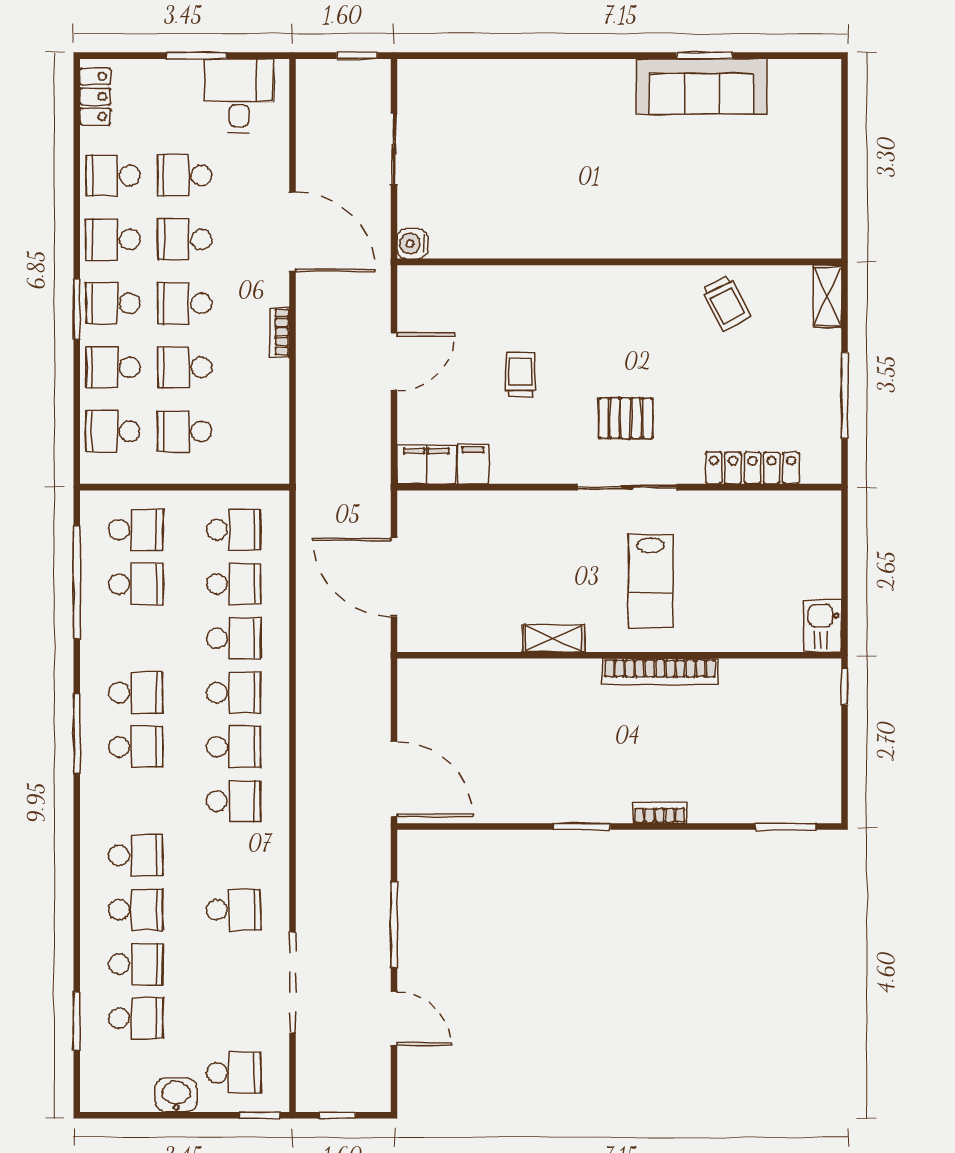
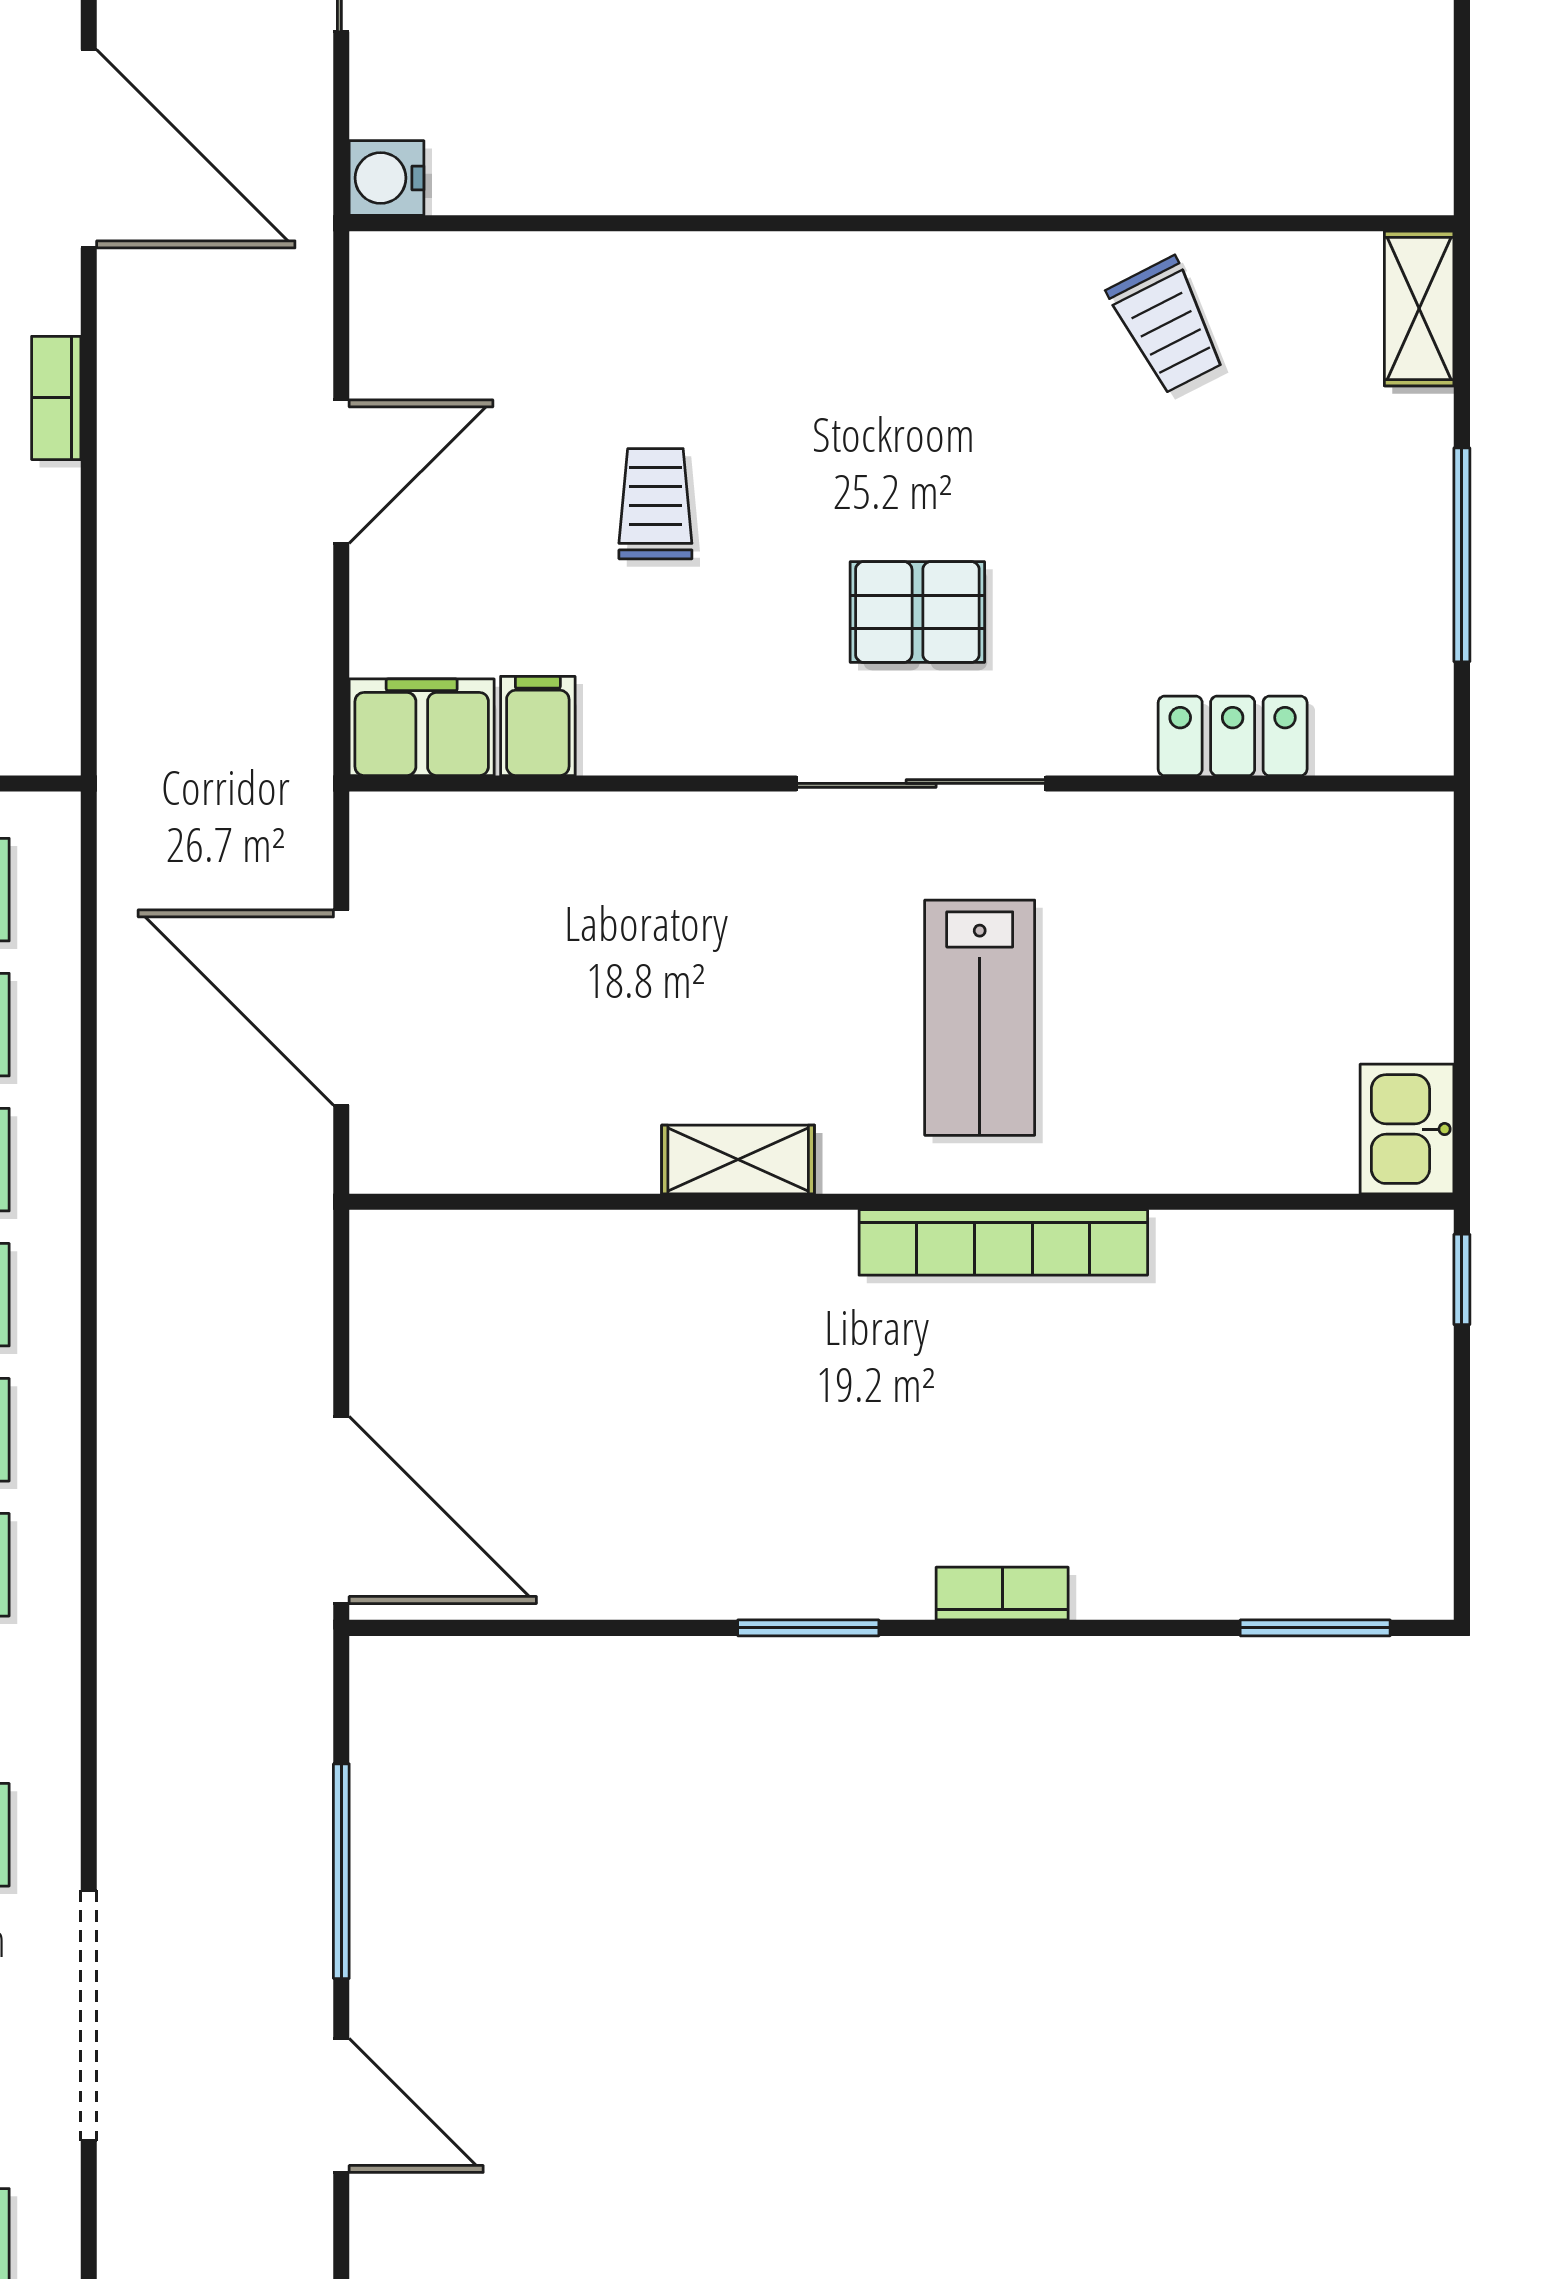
locker: (752, 468) -> (1233, 736), width x0.66

